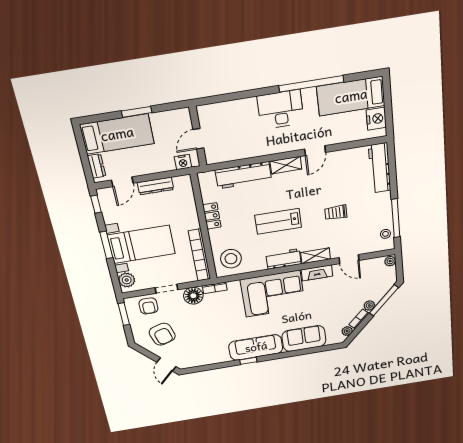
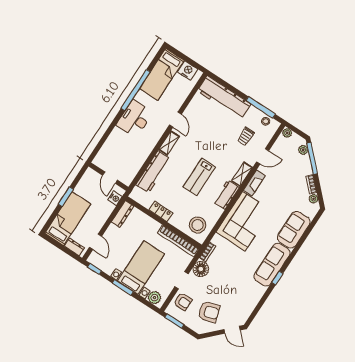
workbench: (380, 168) -> (224, 97), width x1.36, depth x1.32
dresser: (155, 186) -> (123, 214), moved
trolley: (336, 212) -> (246, 136), moved
plant: (369, 305) -> (303, 150), moved

